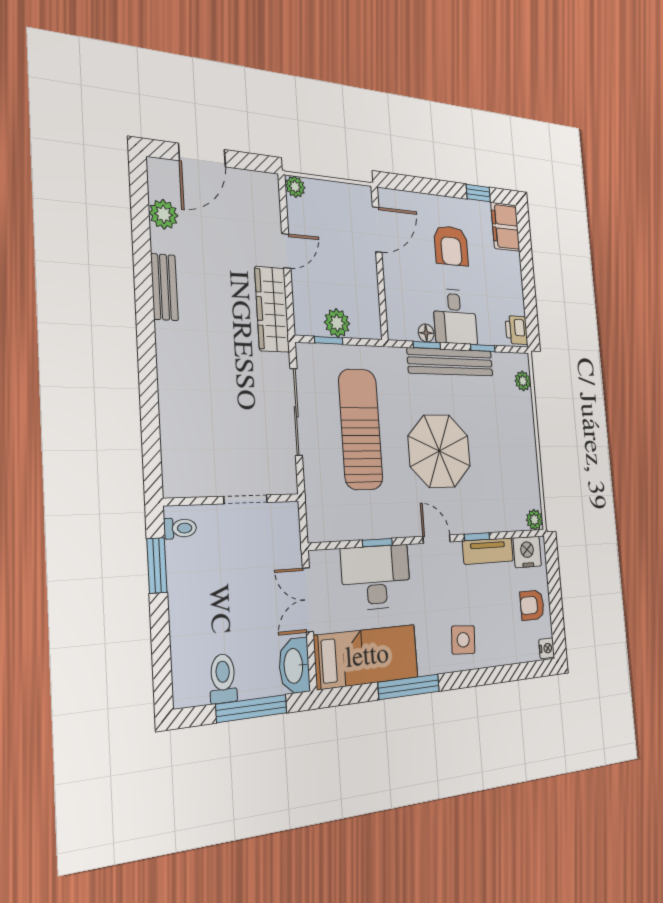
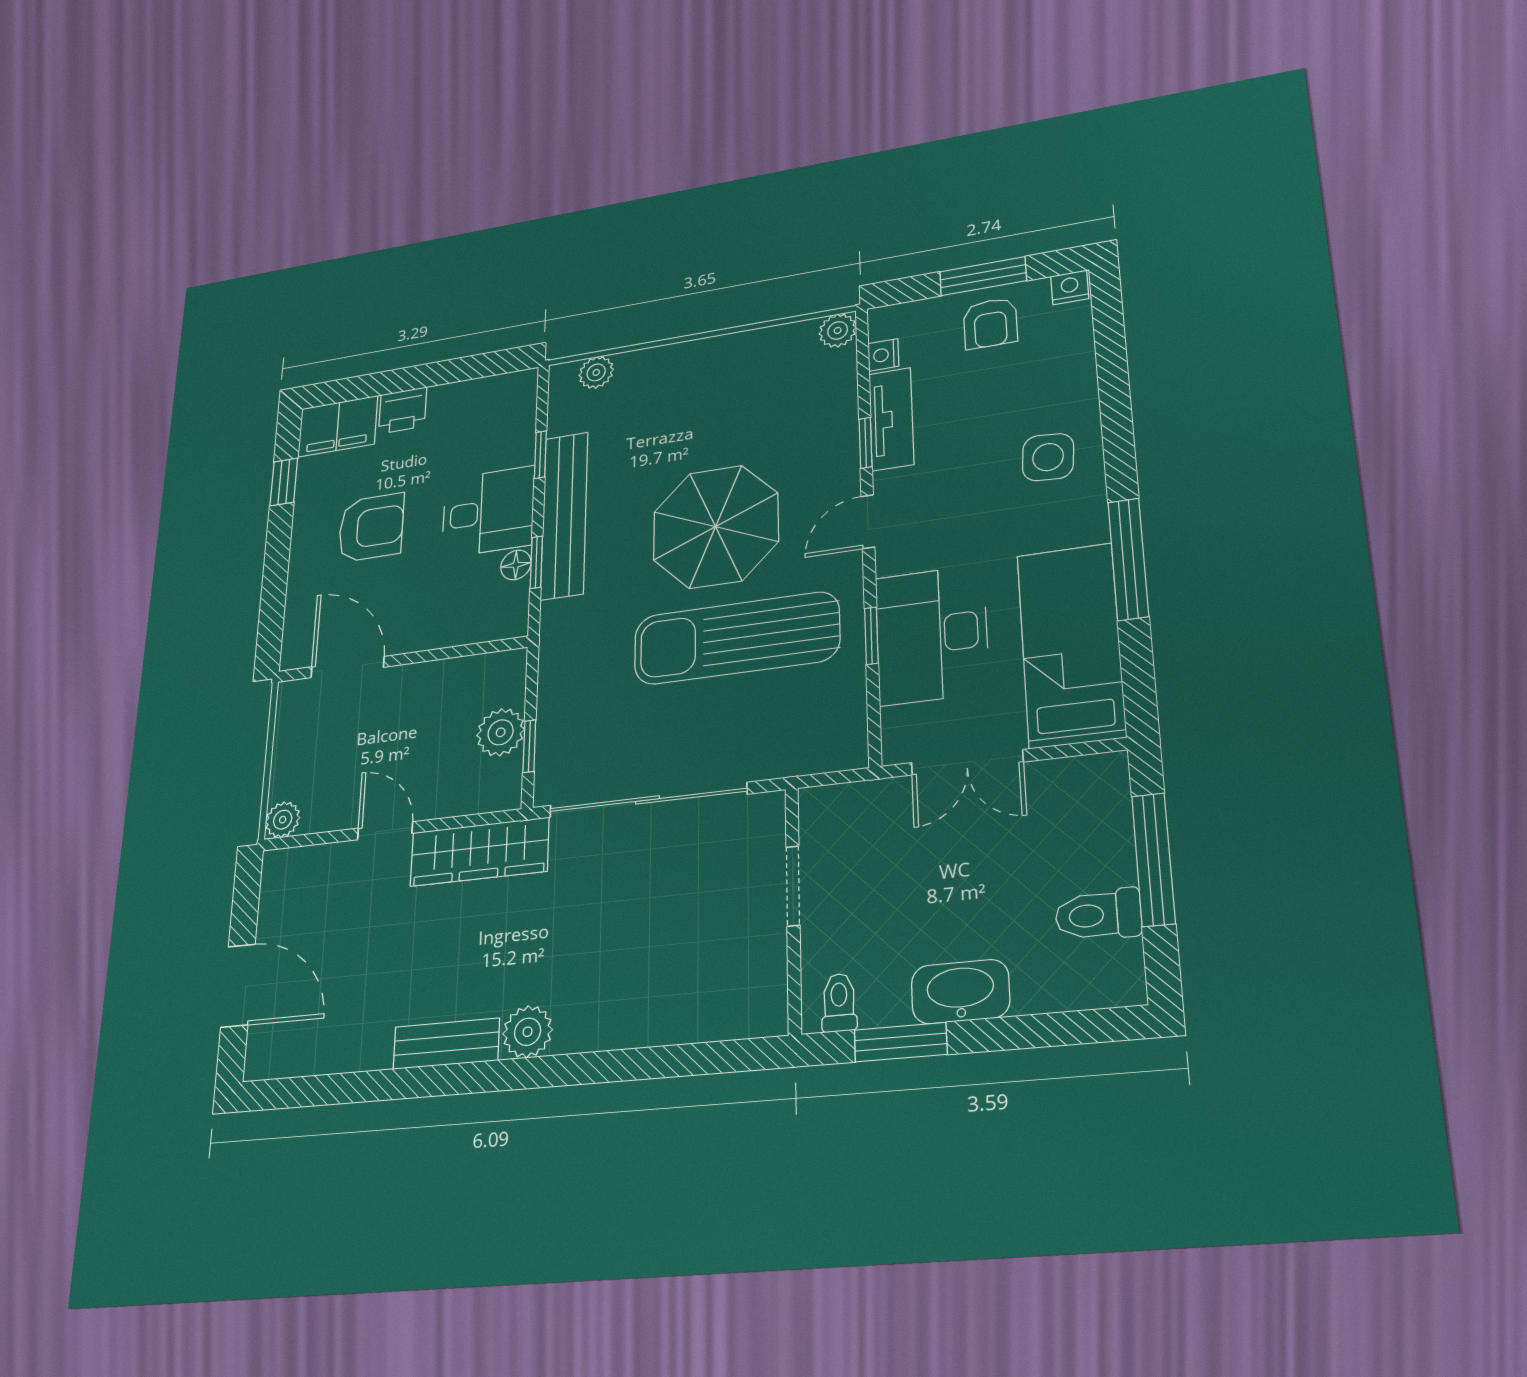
plant: (164, 214) -> (528, 1032), moved
printer: (516, 330) -> (403, 410), moved
sliding door: (296, 412) -> (647, 800), width x1.36
sun lounger: (361, 429) -> (736, 638), moved
nightstand: (527, 552) -> (883, 355), width x0.53, depth x0.56
window: (556, 600) -> (983, 276), added
washbasin: (294, 666) -> (960, 992), moved, turned 180

